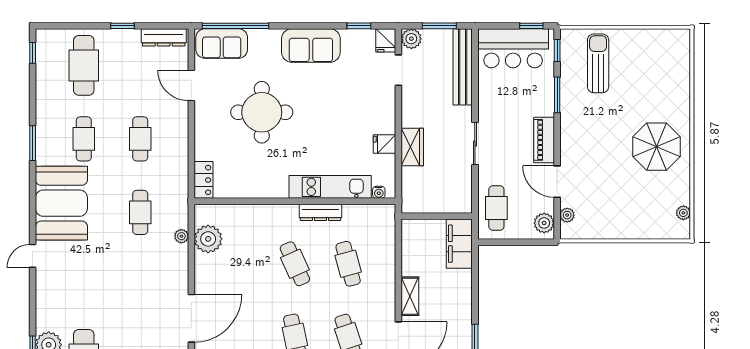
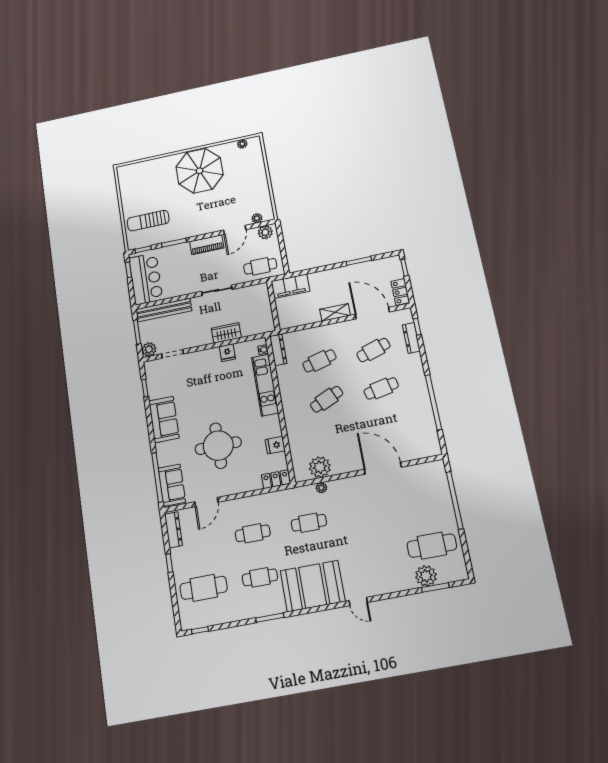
fridge: (386, 40) -> (275, 445), moved, turned 180
parasol: (657, 147) -> (200, 171), width x1.36, depth x1.36
dresser: (320, 212) -> (278, 350), moved

